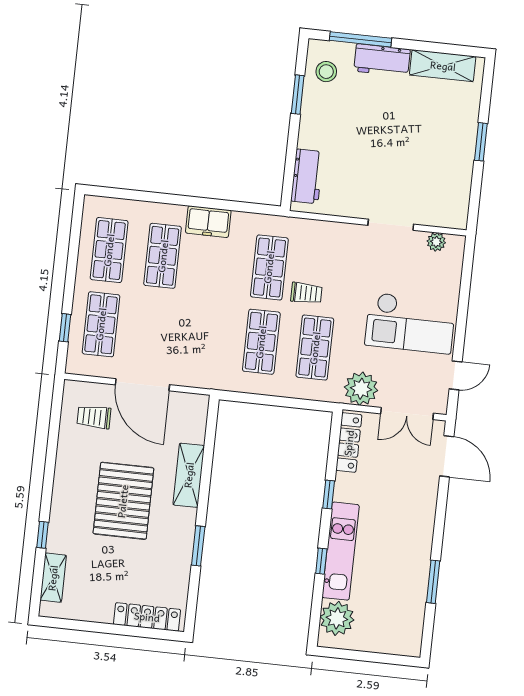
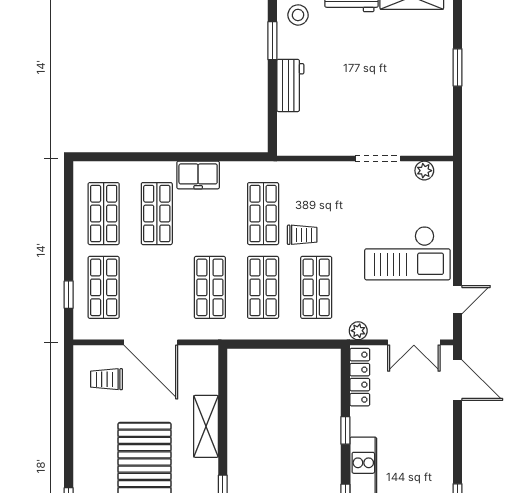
workbench: (307, 176) -> (290, 85), moved
shop shelf: (208, 336) -> (210, 287), added
plant: (361, 389) -> (358, 331), width x0.53, depth x0.53

